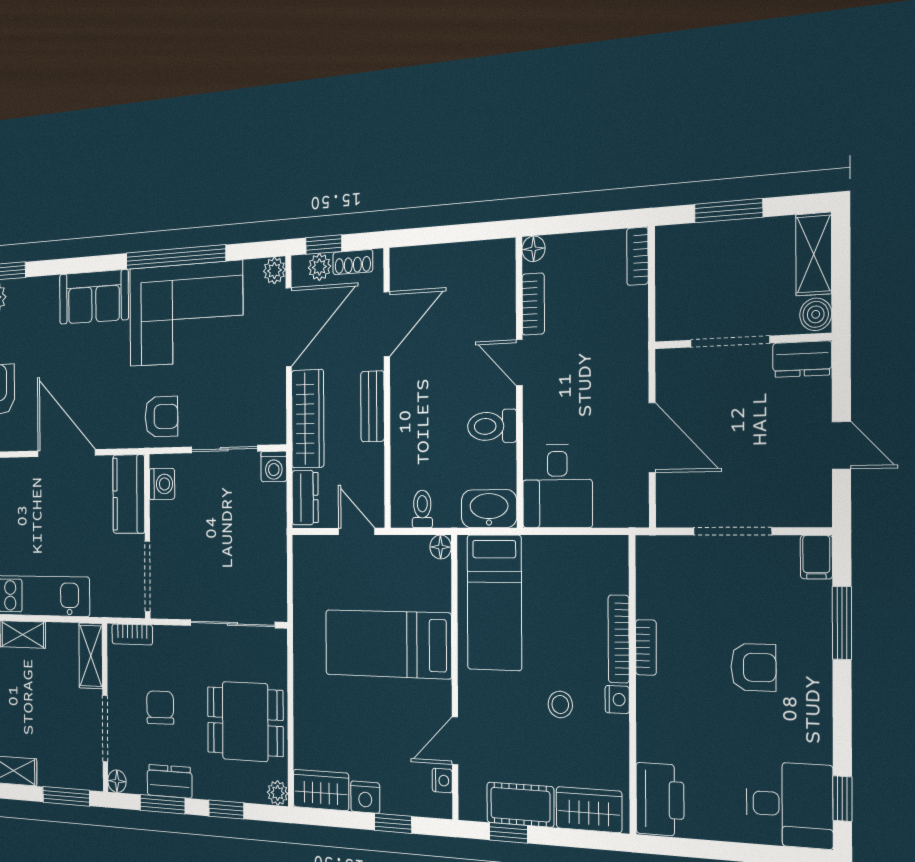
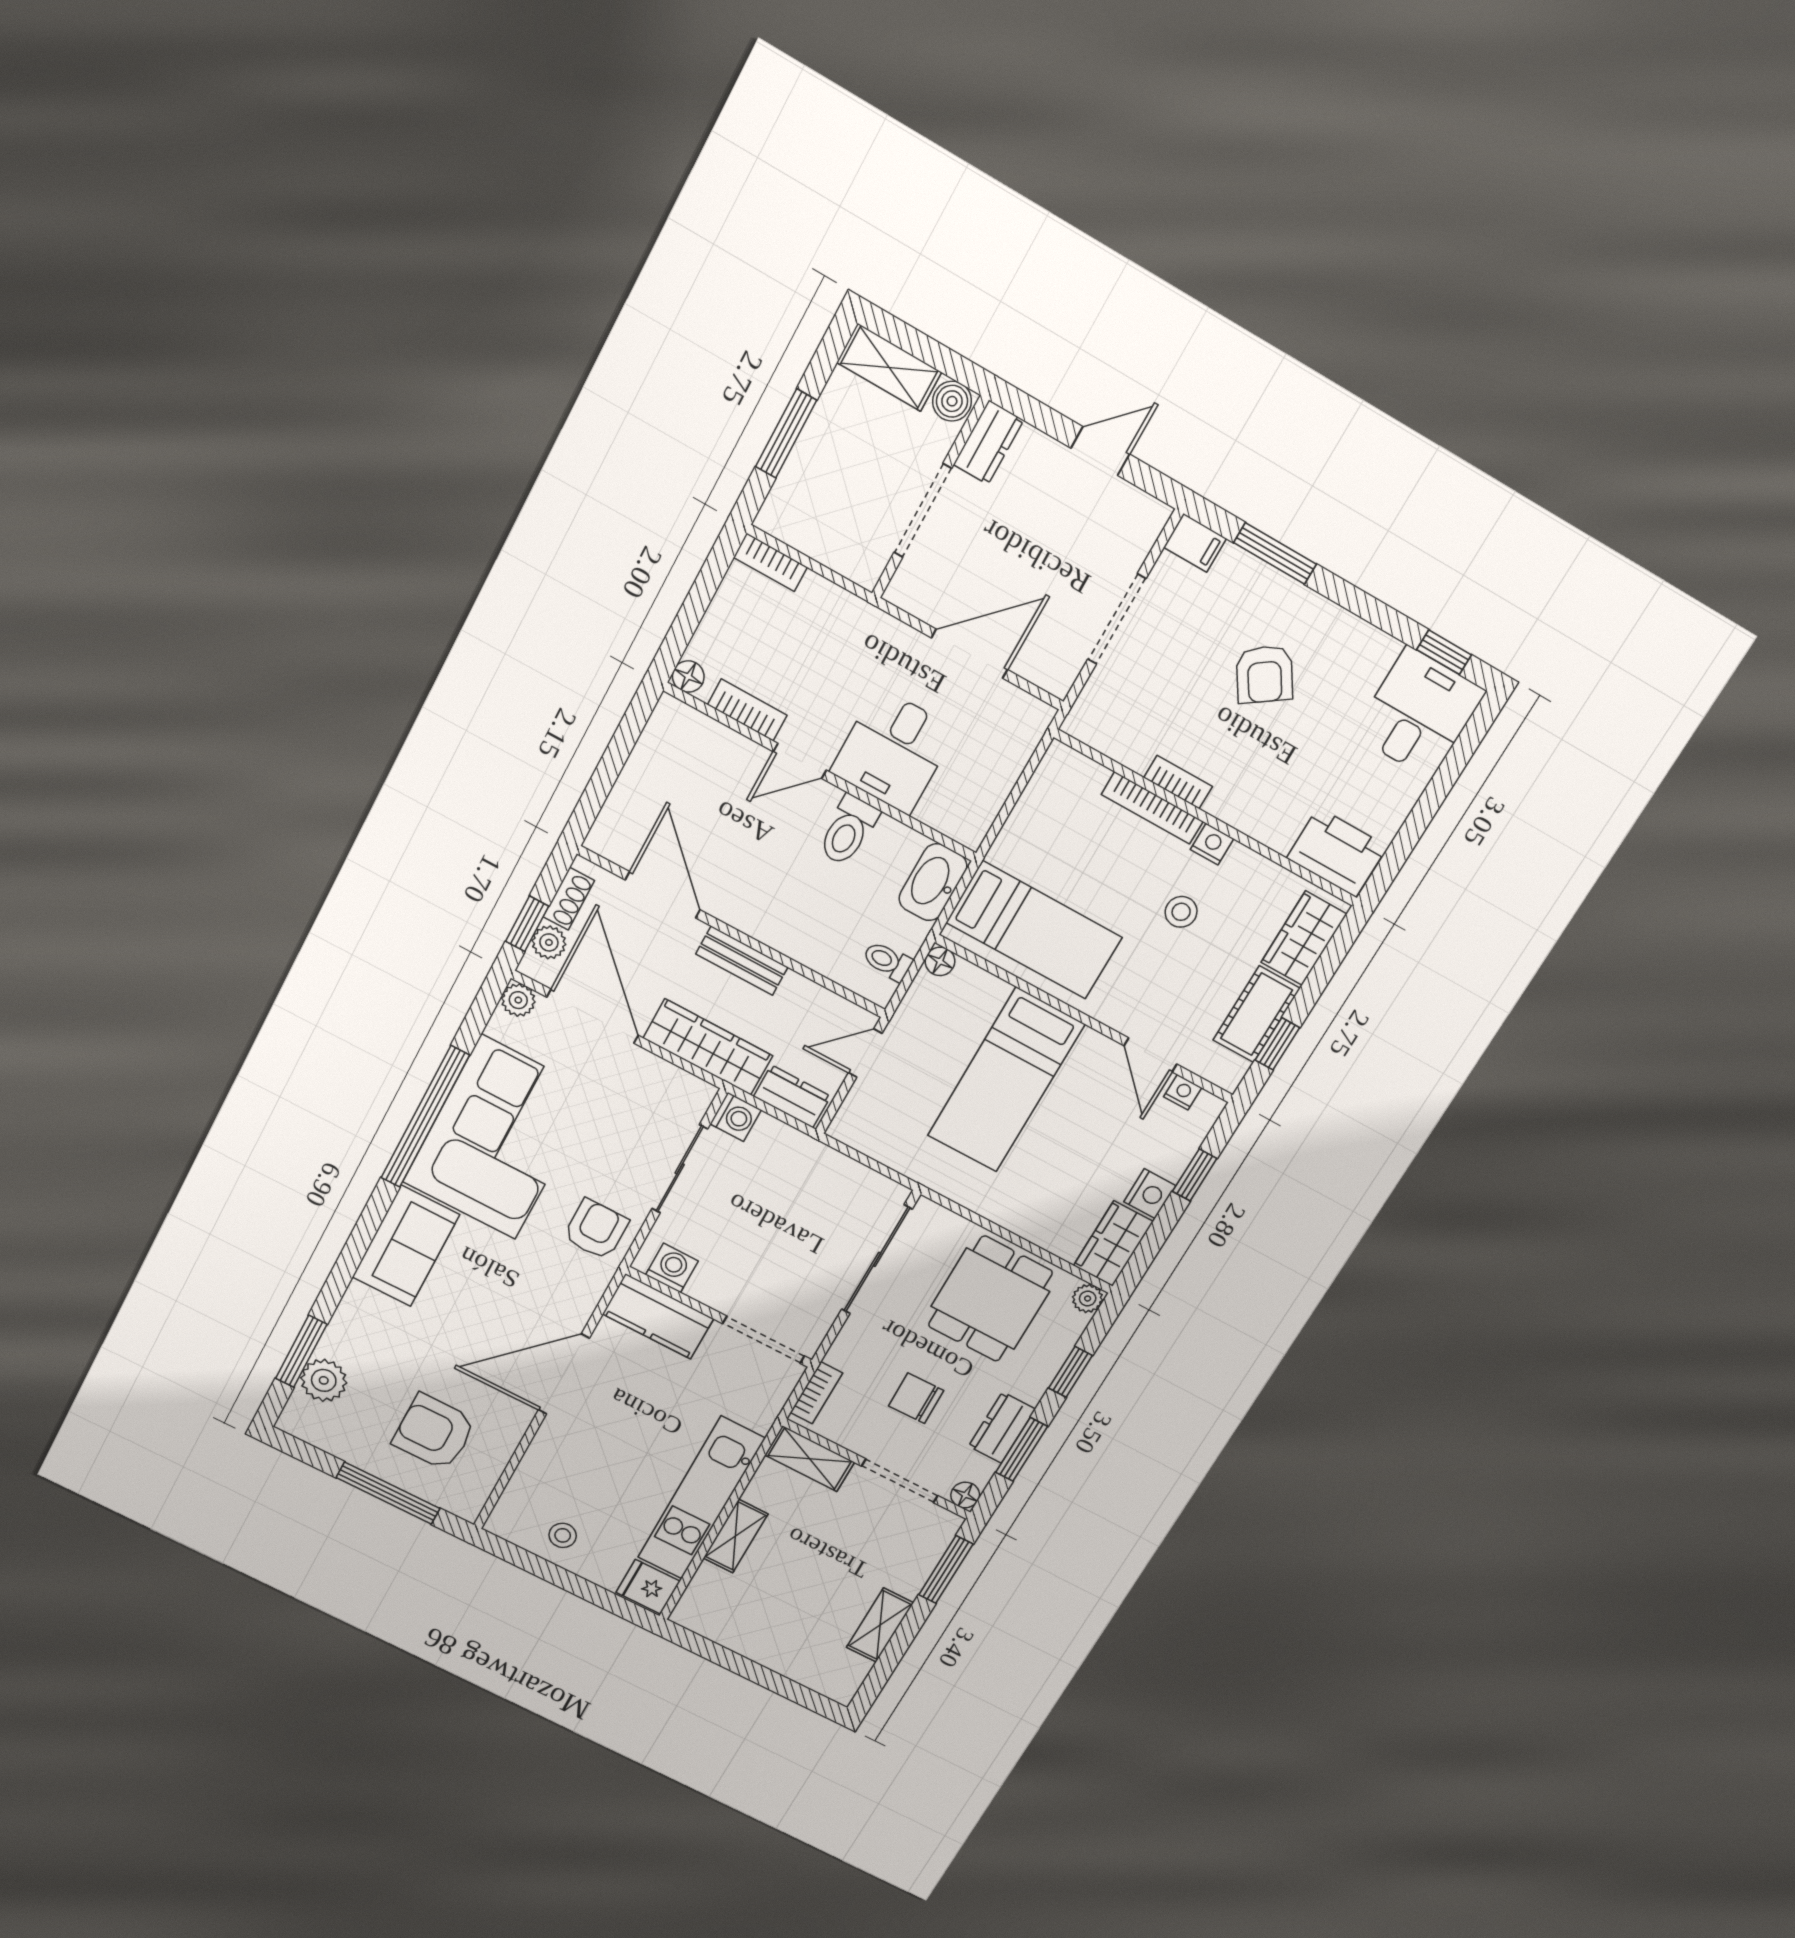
desk: (557, 486) -> (893, 751), moved, turned 90
armchair: (753, 667) -> (1265, 674), turned 146

